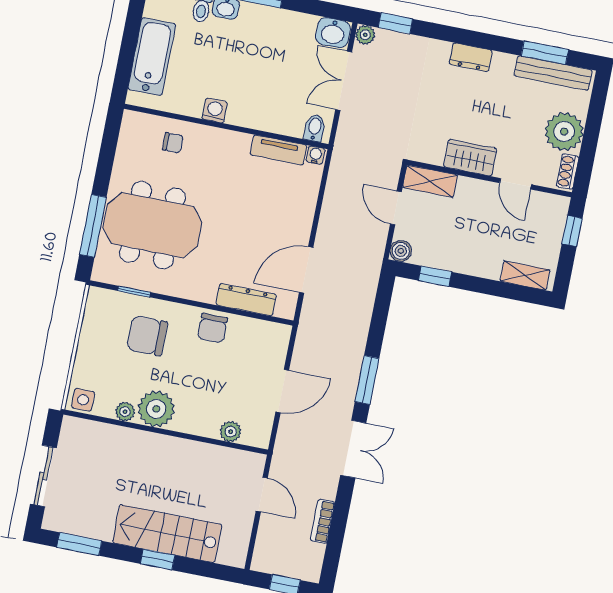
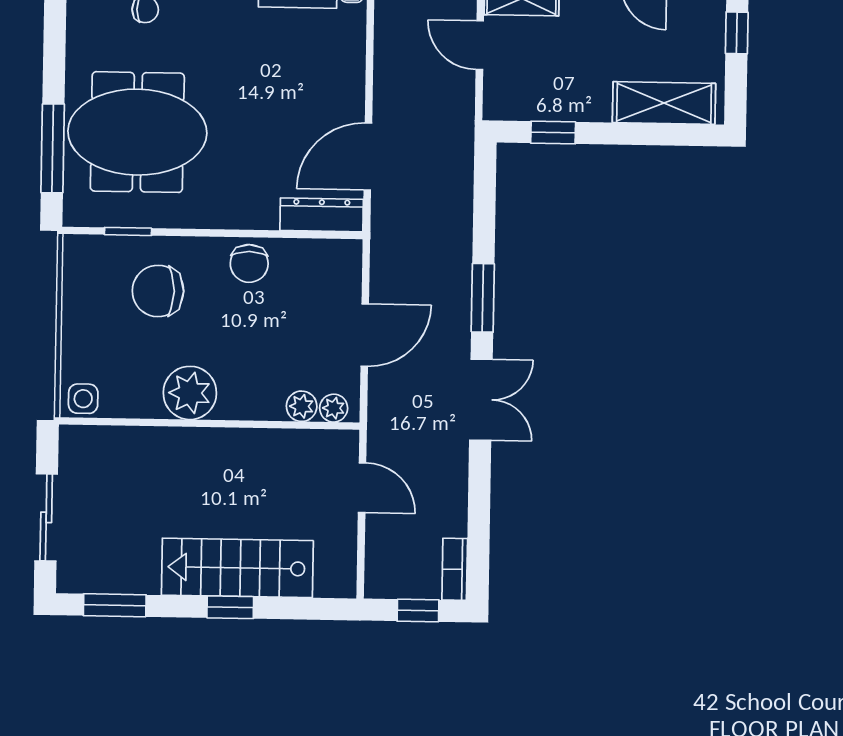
boiler: (401, 251) -> (498, 105), removed
shelving: (525, 276) -> (664, 103), width x1.50, depth x1.33
dresser: (246, 300) -> (322, 215), moved
plant: (125, 412) -> (334, 408), moved
bookcase: (323, 521) -> (455, 569), moved

